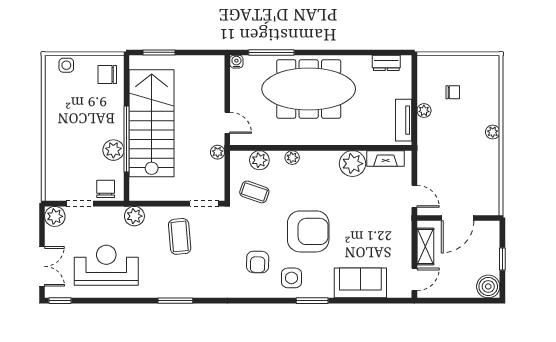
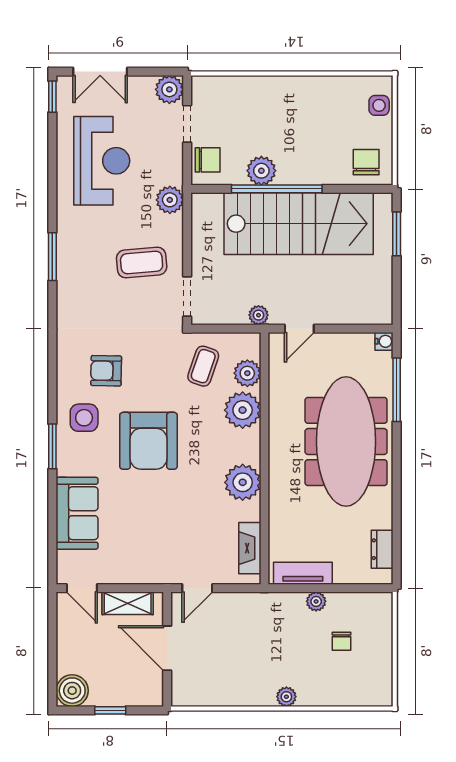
plant: (292, 158) -> (243, 410), width x1.88, depth x1.88
plant: (352, 164) -> (243, 482), moved

